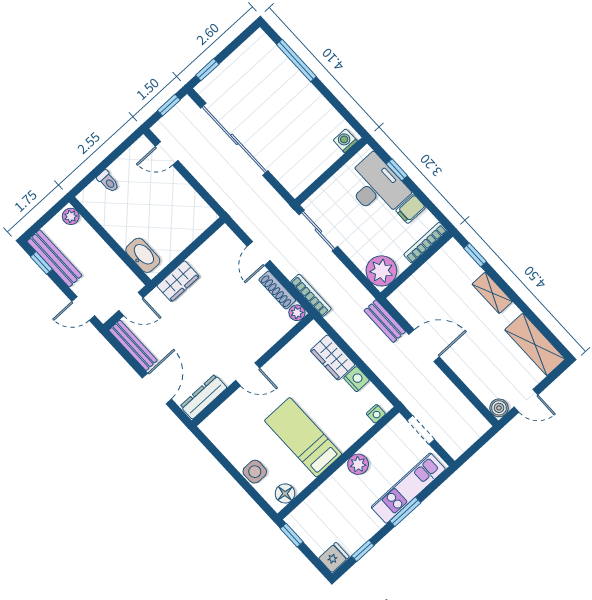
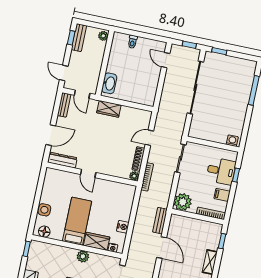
desk: (376, 187) -> (221, 171), width x0.73
bench: (55, 258) -> (79, 38), width x0.73
bench: (133, 345) -> (64, 105), width x0.73
wardrobe: (333, 357) -> (97, 241), moved, turned 90

